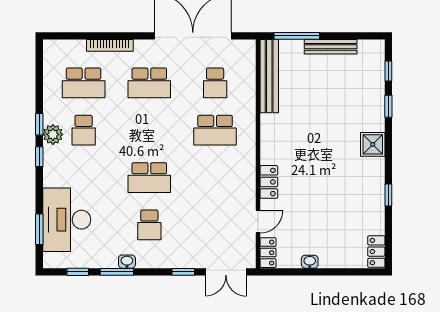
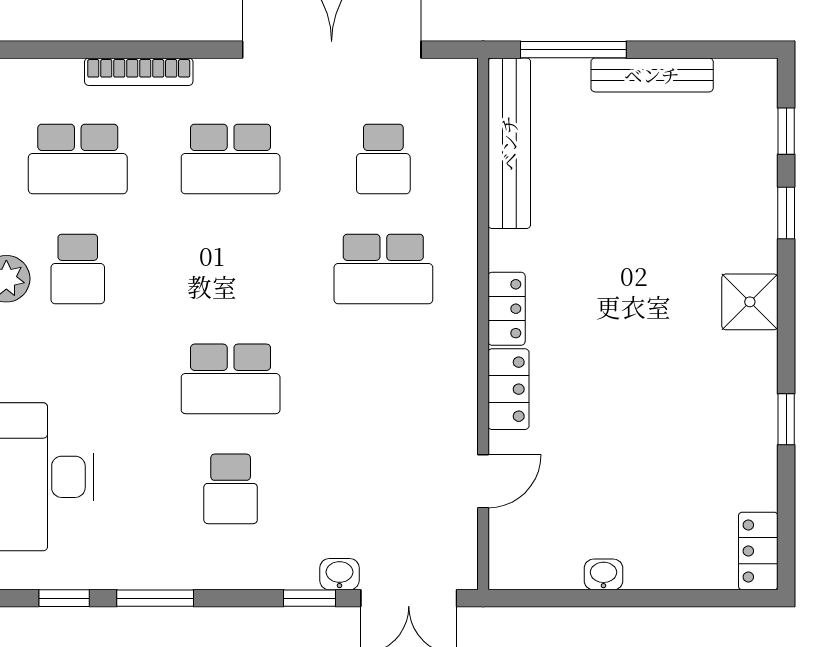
locker: (268, 253) -> (507, 309), moved
washbasin: (127, 262) -> (339, 574), moved

